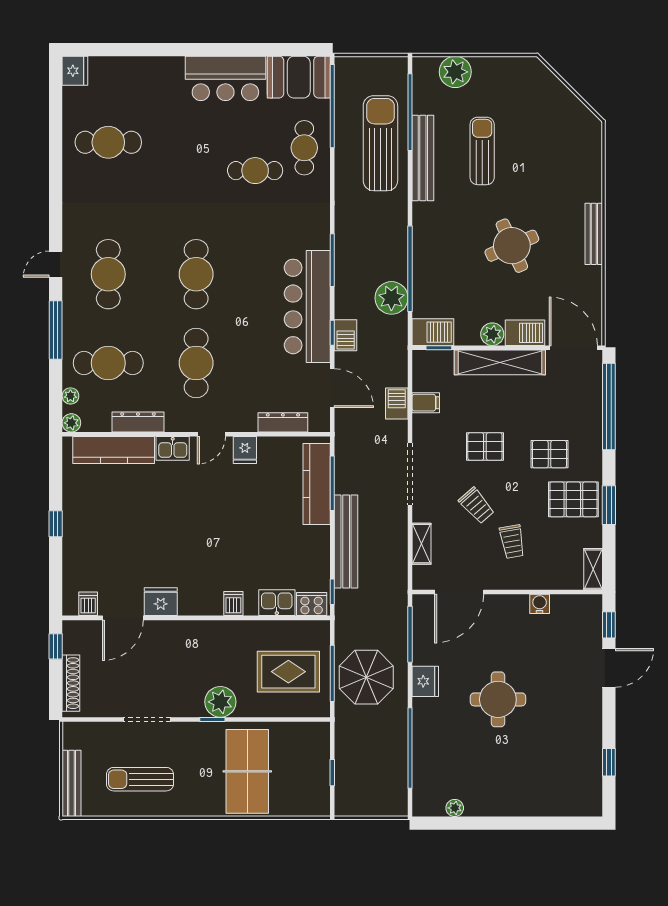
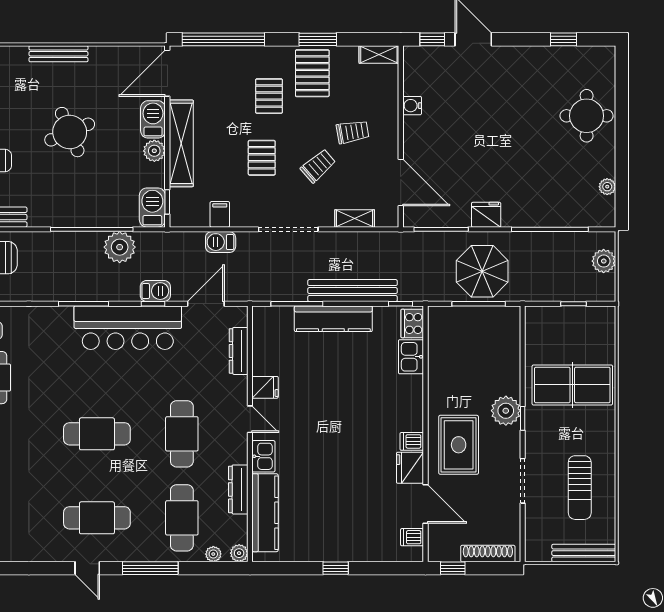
cafe table: (196, 363) -> (182, 434), turned 90
kitchen counter: (317, 484) -> (333, 319), moved
dishwasher: (233, 604) -> (412, 441), moved
rug: (288, 672) -> (459, 445), moved
round table: (498, 699) -> (587, 116), moved
plant: (377, 804) -> (604, 261), added

